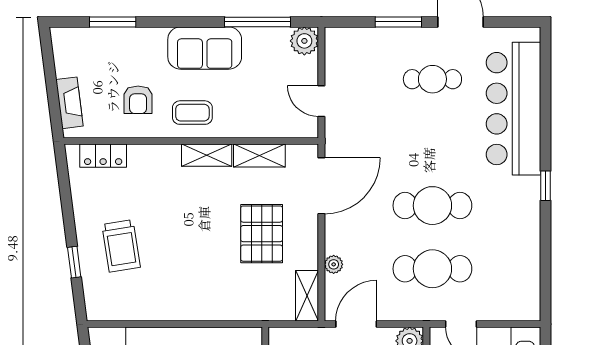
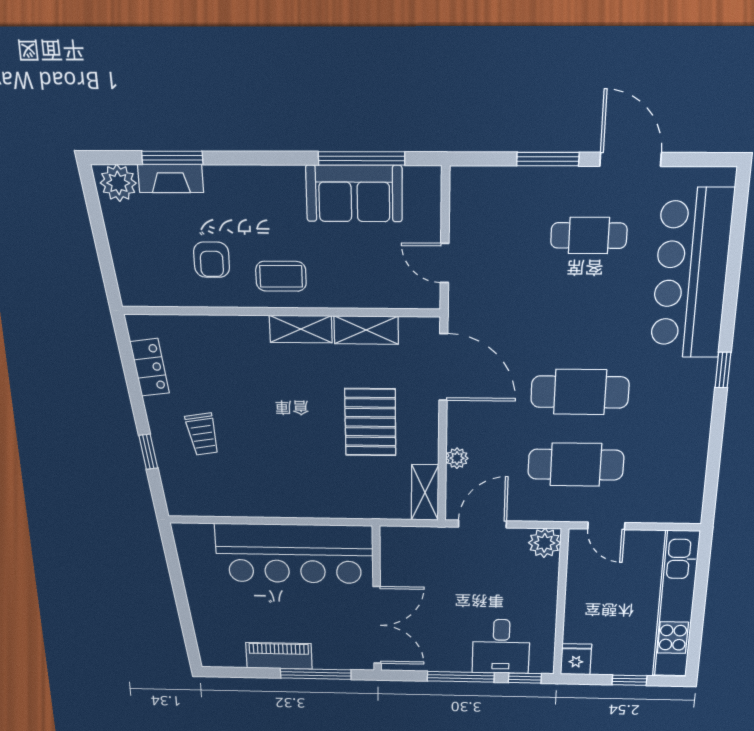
plant: (304, 41) -> (118, 183), moved
sofa: (205, 48) -> (354, 193), moved
fireplace: (69, 103) -> (171, 179), moved, turned 97
locker: (103, 156) -> (150, 367), moved, turned -97
door: (321, 186) -> (443, 367), hinge flipped
trolley: (121, 246) -> (202, 434), width x0.73, depth x0.72

